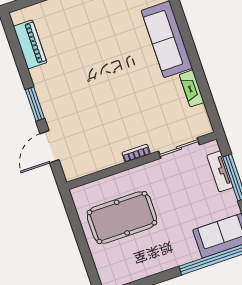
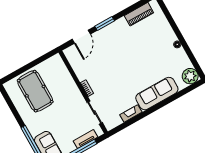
door: (49, 147) -> (81, 37), swing flipped
pool table: (122, 218) -> (35, 91), moved

